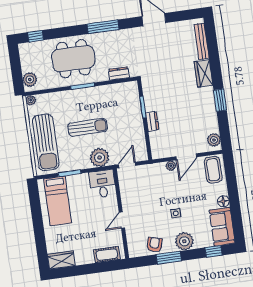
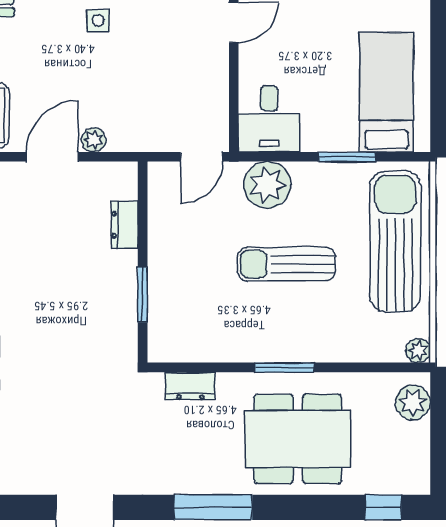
dresser: (152, 121) -> (124, 225), moved

